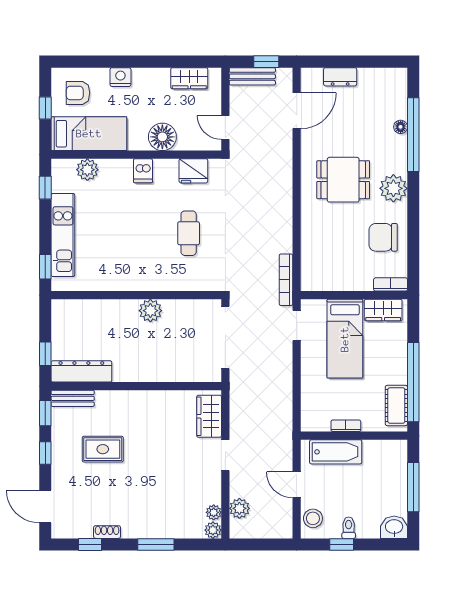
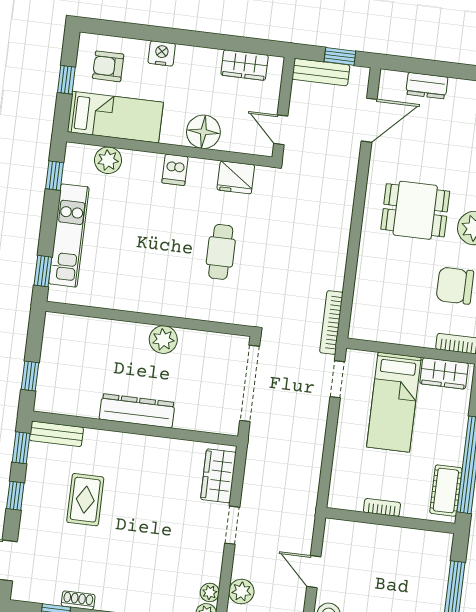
dresser: (81, 371) -> (137, 411), moved
rug: (103, 449) -> (85, 500), turned 90
bathtub: (336, 452) -> (366, 537), removed

